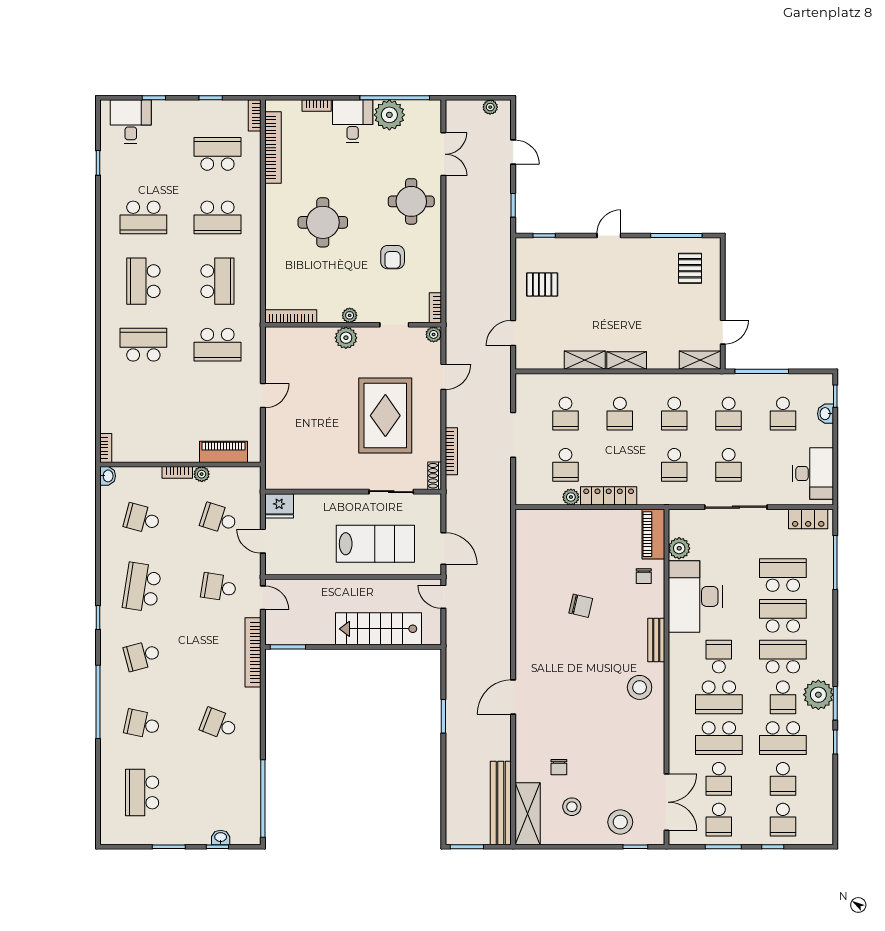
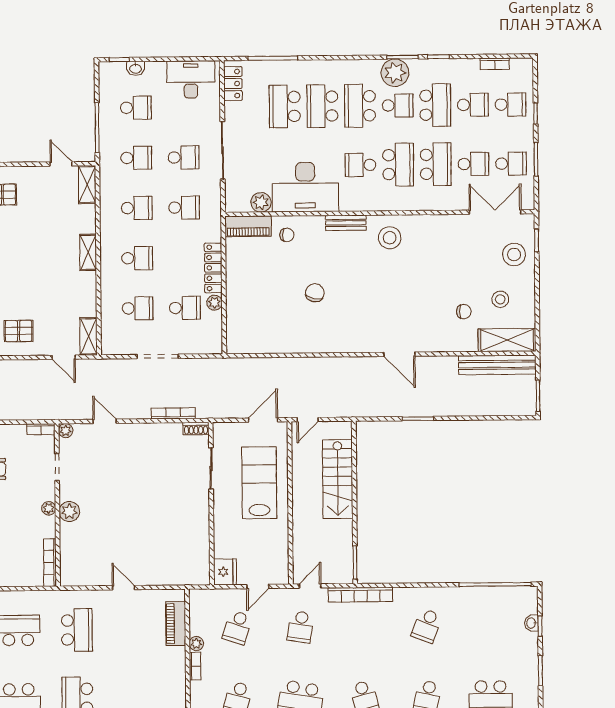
pallet: (542, 284) -> (19, 331), turned 90
shelving: (585, 360) -> (89, 336), moved
rug: (385, 416) -> (141, 475), removed
bookcase: (827, 803) -> (495, 64), added

